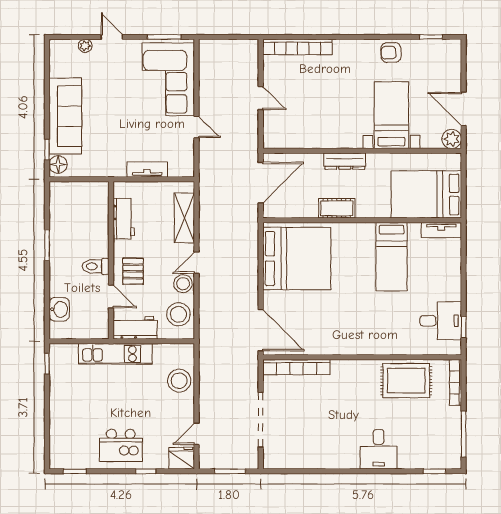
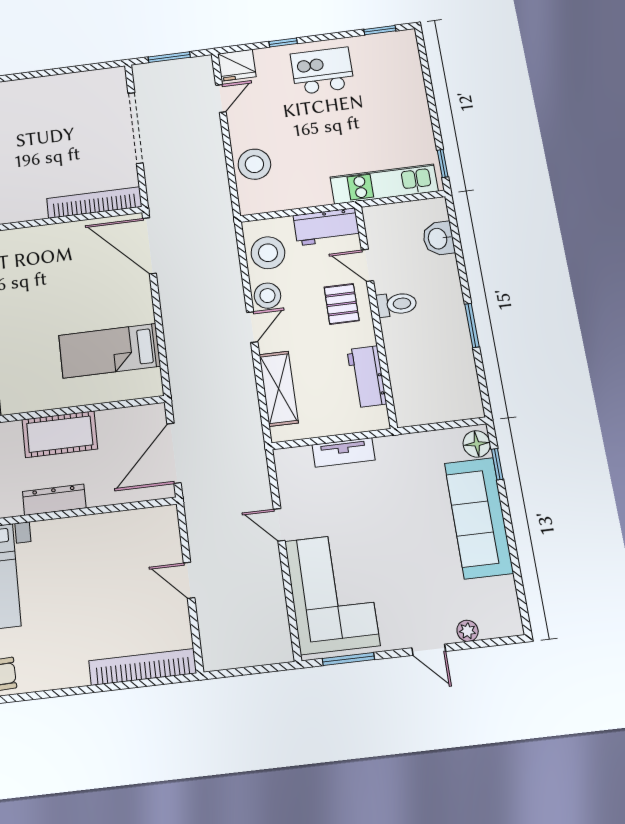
cot: (337, 208) -> (60, 434), width x1.37, depth x1.34
bed: (297, 258) -> (109, 351), width x0.49
kitchen unit: (115, 354) -> (384, 184), moved

